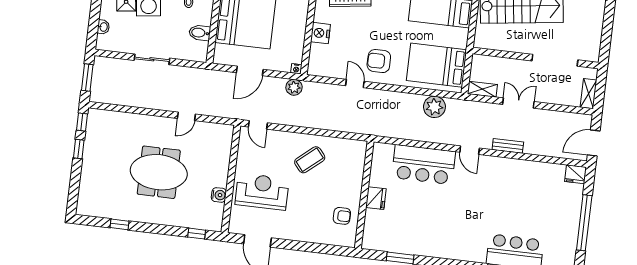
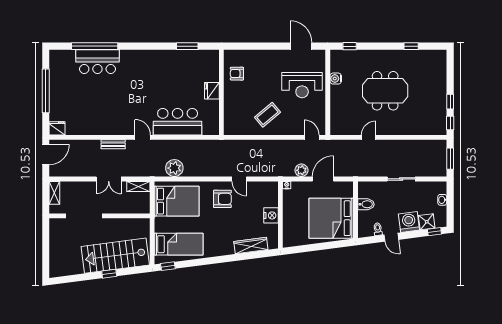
plant: (294, 87) -> (301, 170), moved

